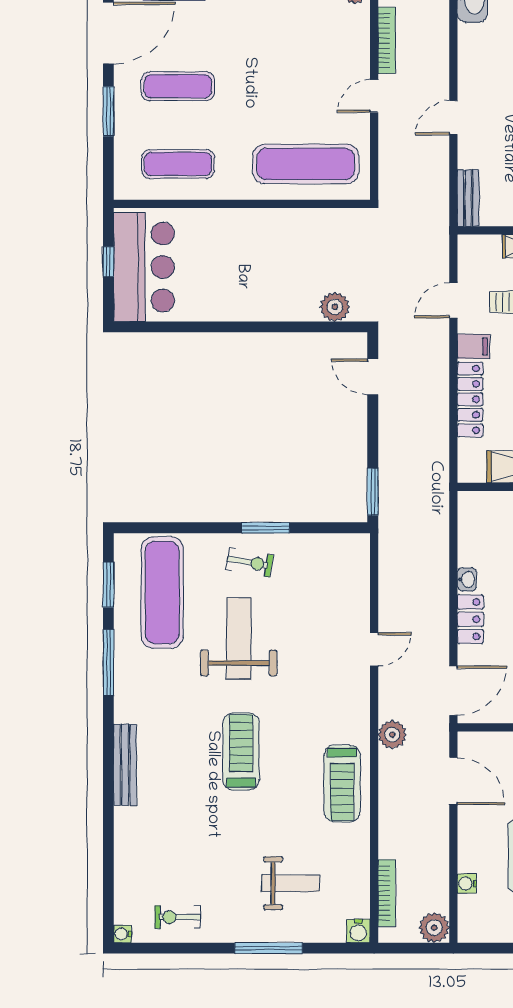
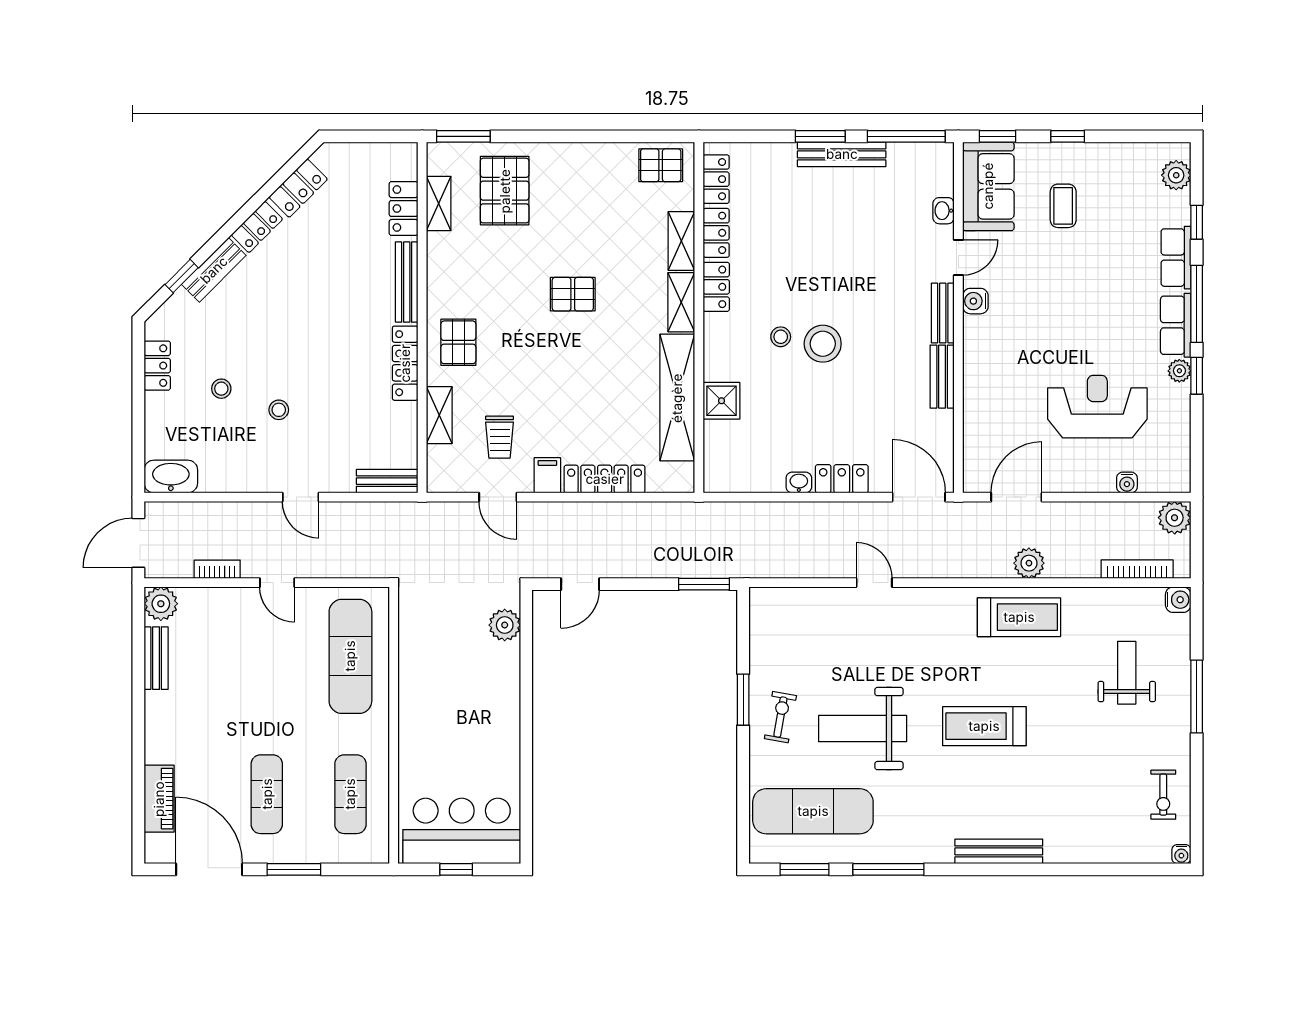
bookcase: (387, 40) -> (217, 569), width x0.64
plant: (392, 735) -> (1029, 563), moved

